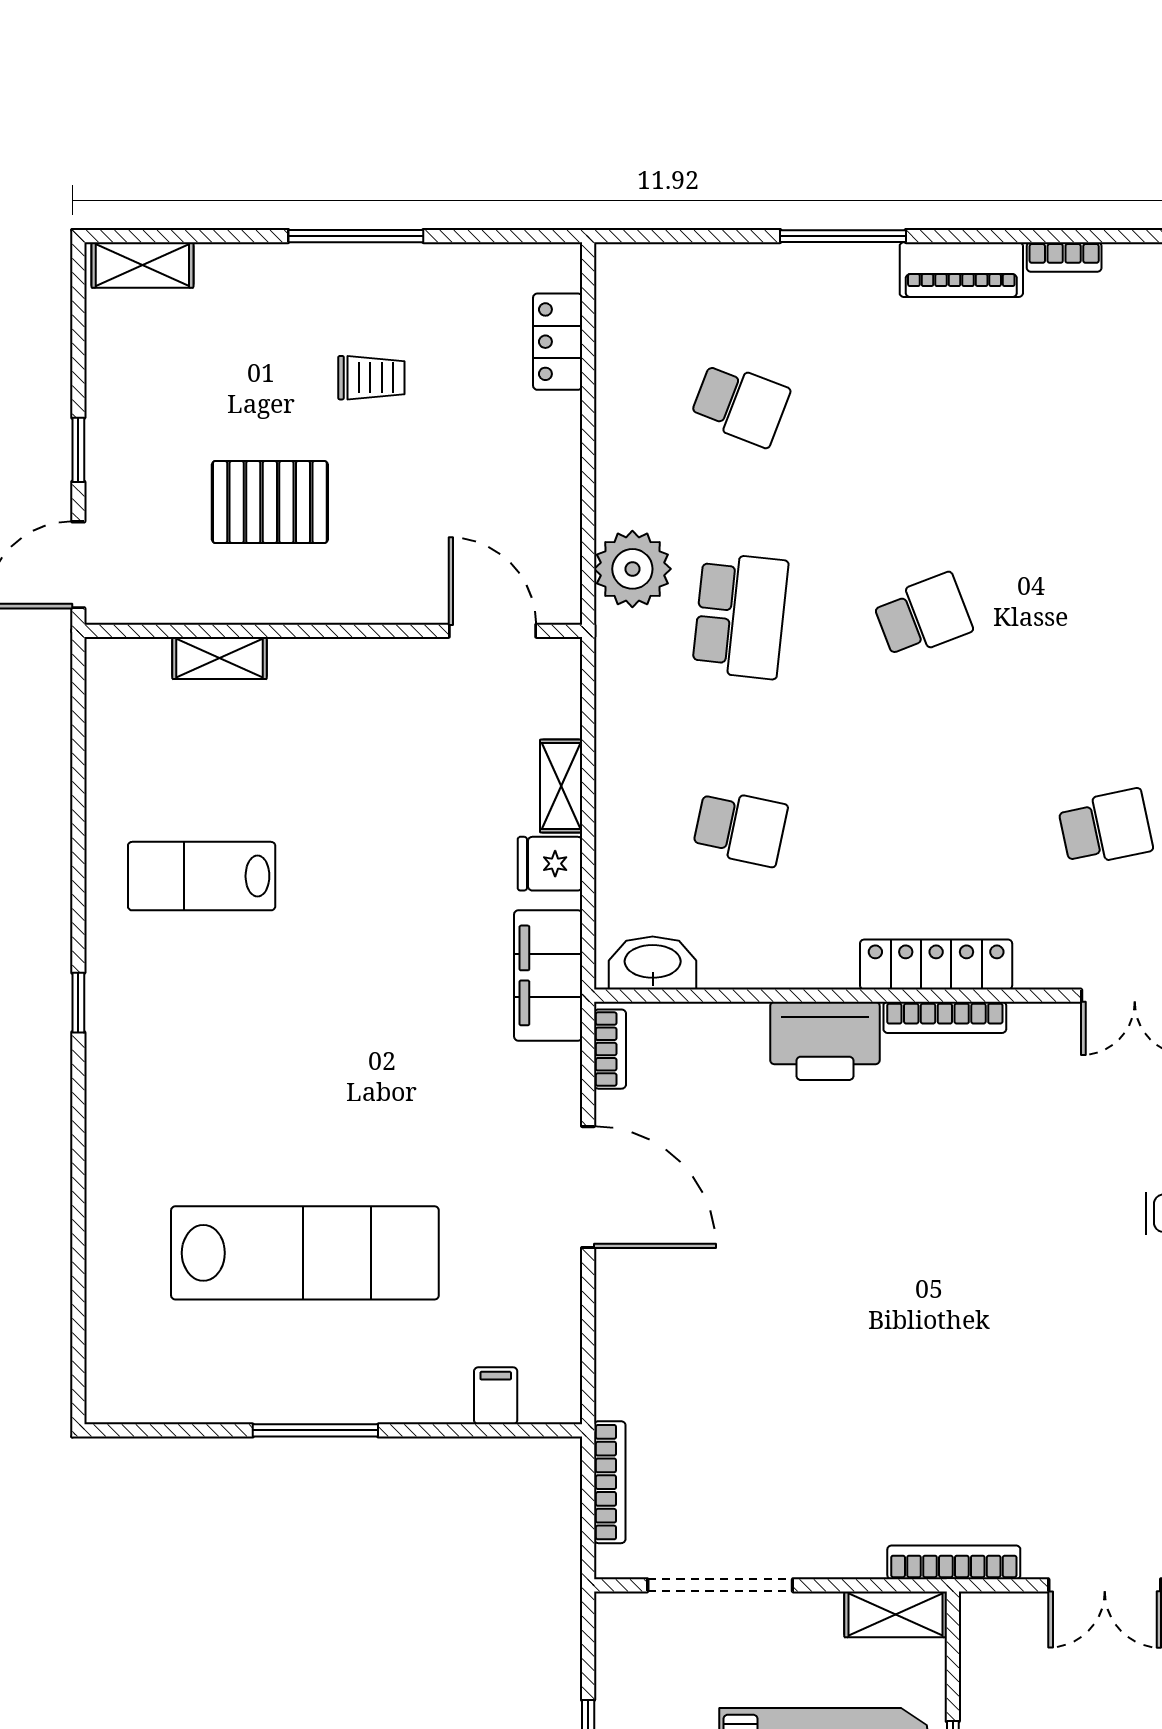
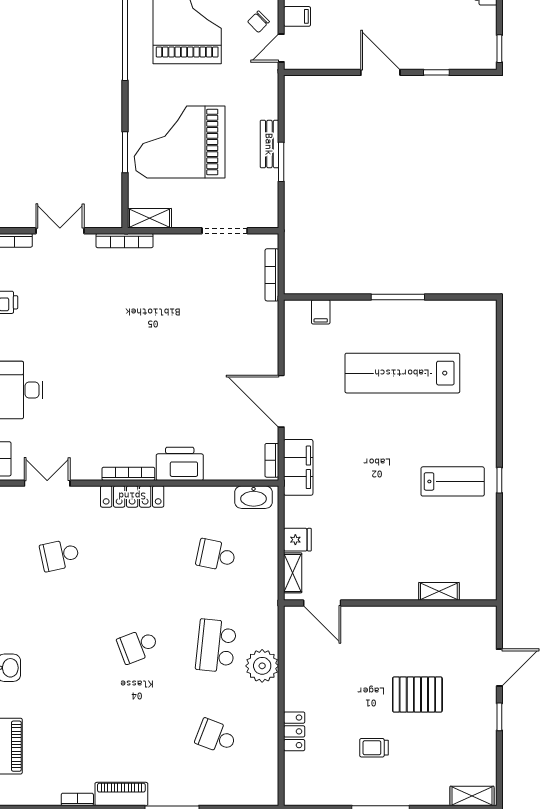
locker: (558, 342) -> (294, 731), moved
wall: (333, 631) -> (390, 603), moved
door: (492, 631) -> (322, 603), moved
shelving: (220, 658) -> (439, 591), moved
lab bench: (202, 876) -> (453, 481), moved
filing cabinet: (548, 975) -> (298, 467), moved
doorway: (720, 1585) -> (225, 231), width x0.73

